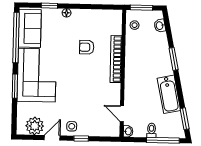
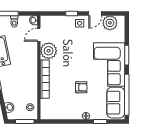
armchair: (87, 47) -> (81, 87), moved
plant: (110, 94) -> (49, 51), added
door: (122, 114) -> (39, 35), swing flipped

